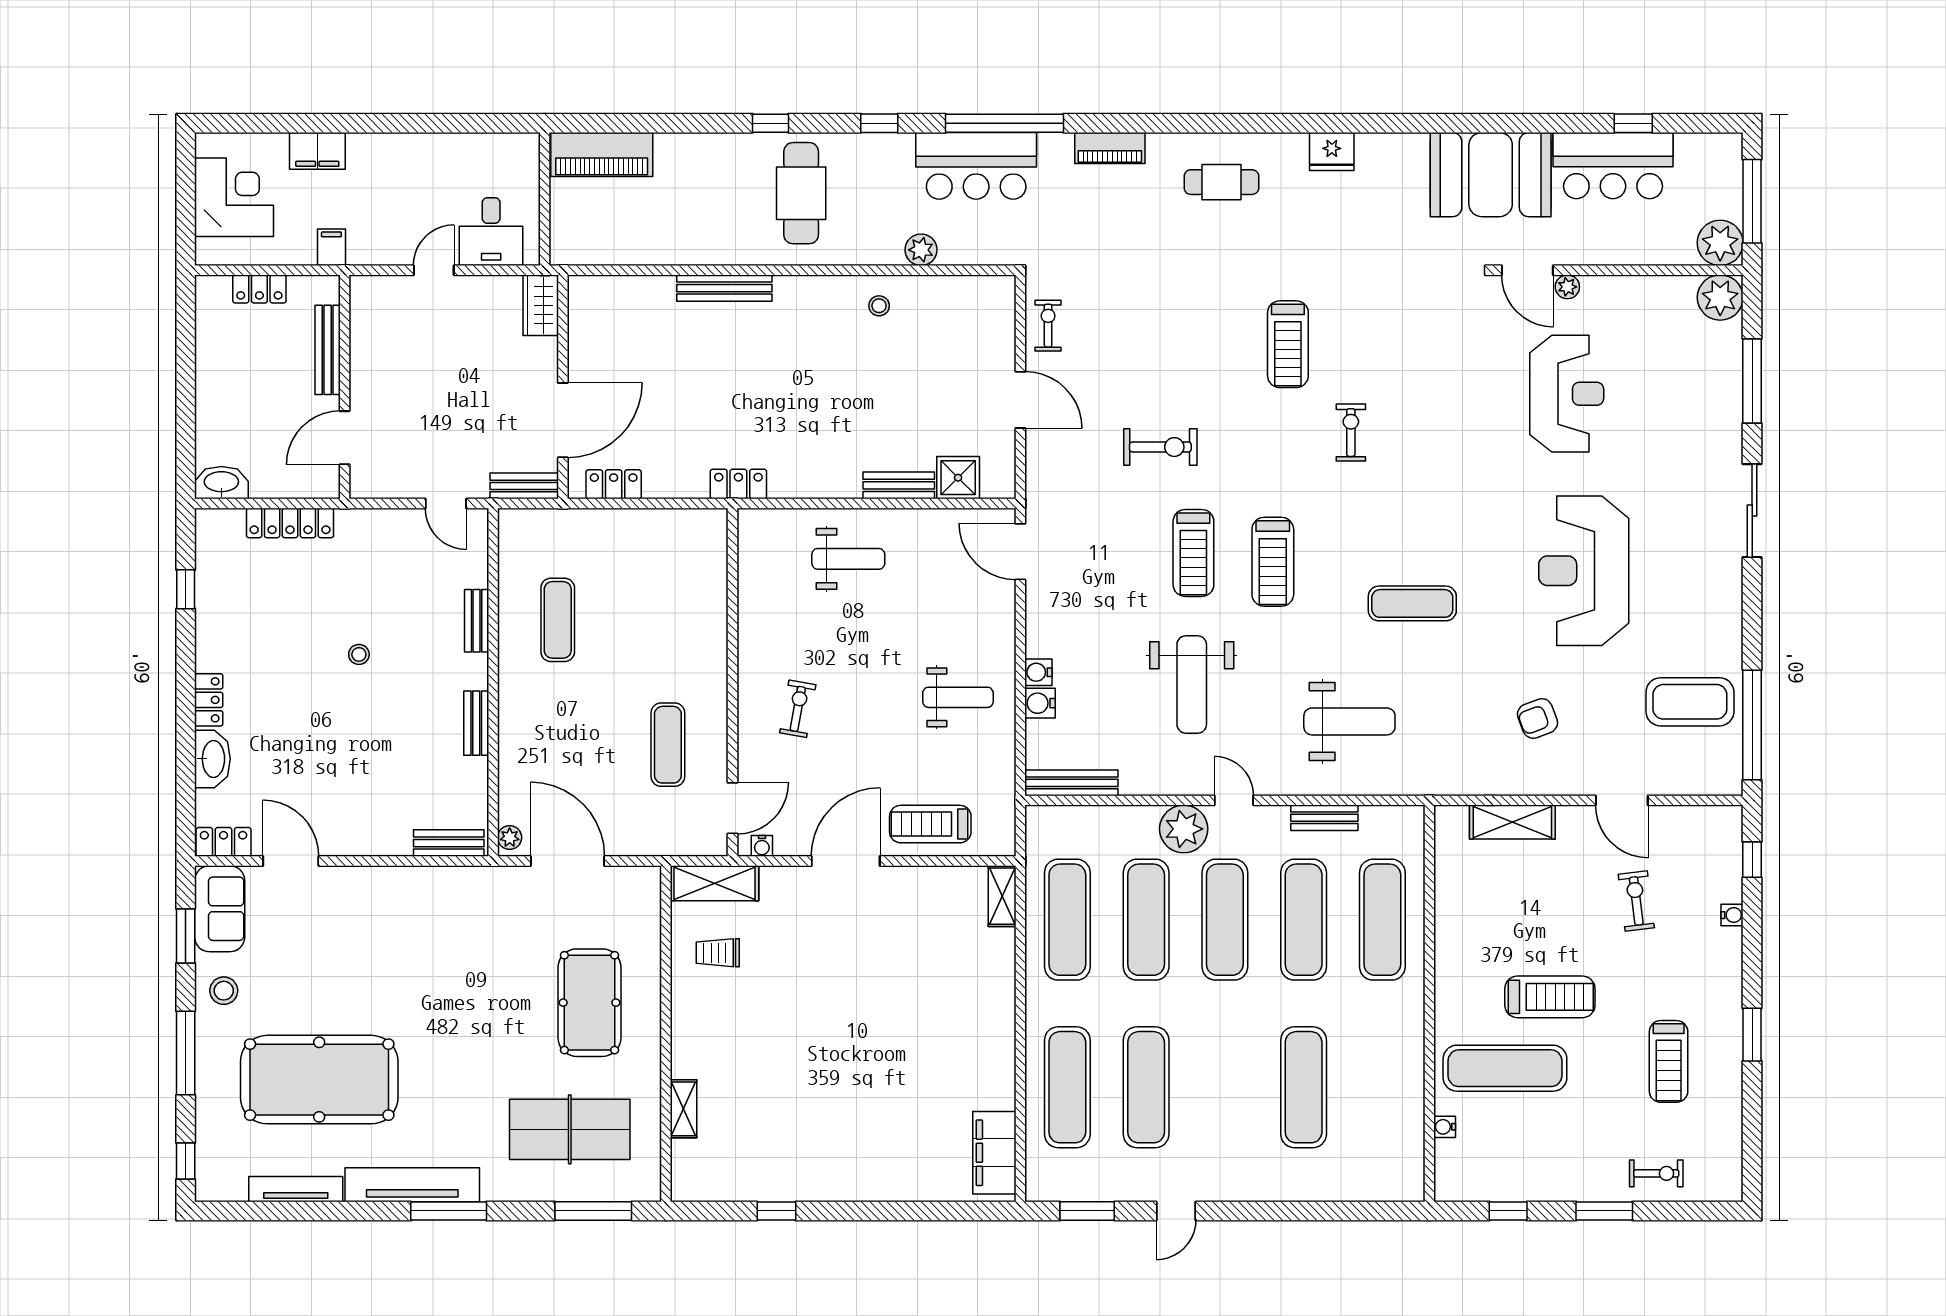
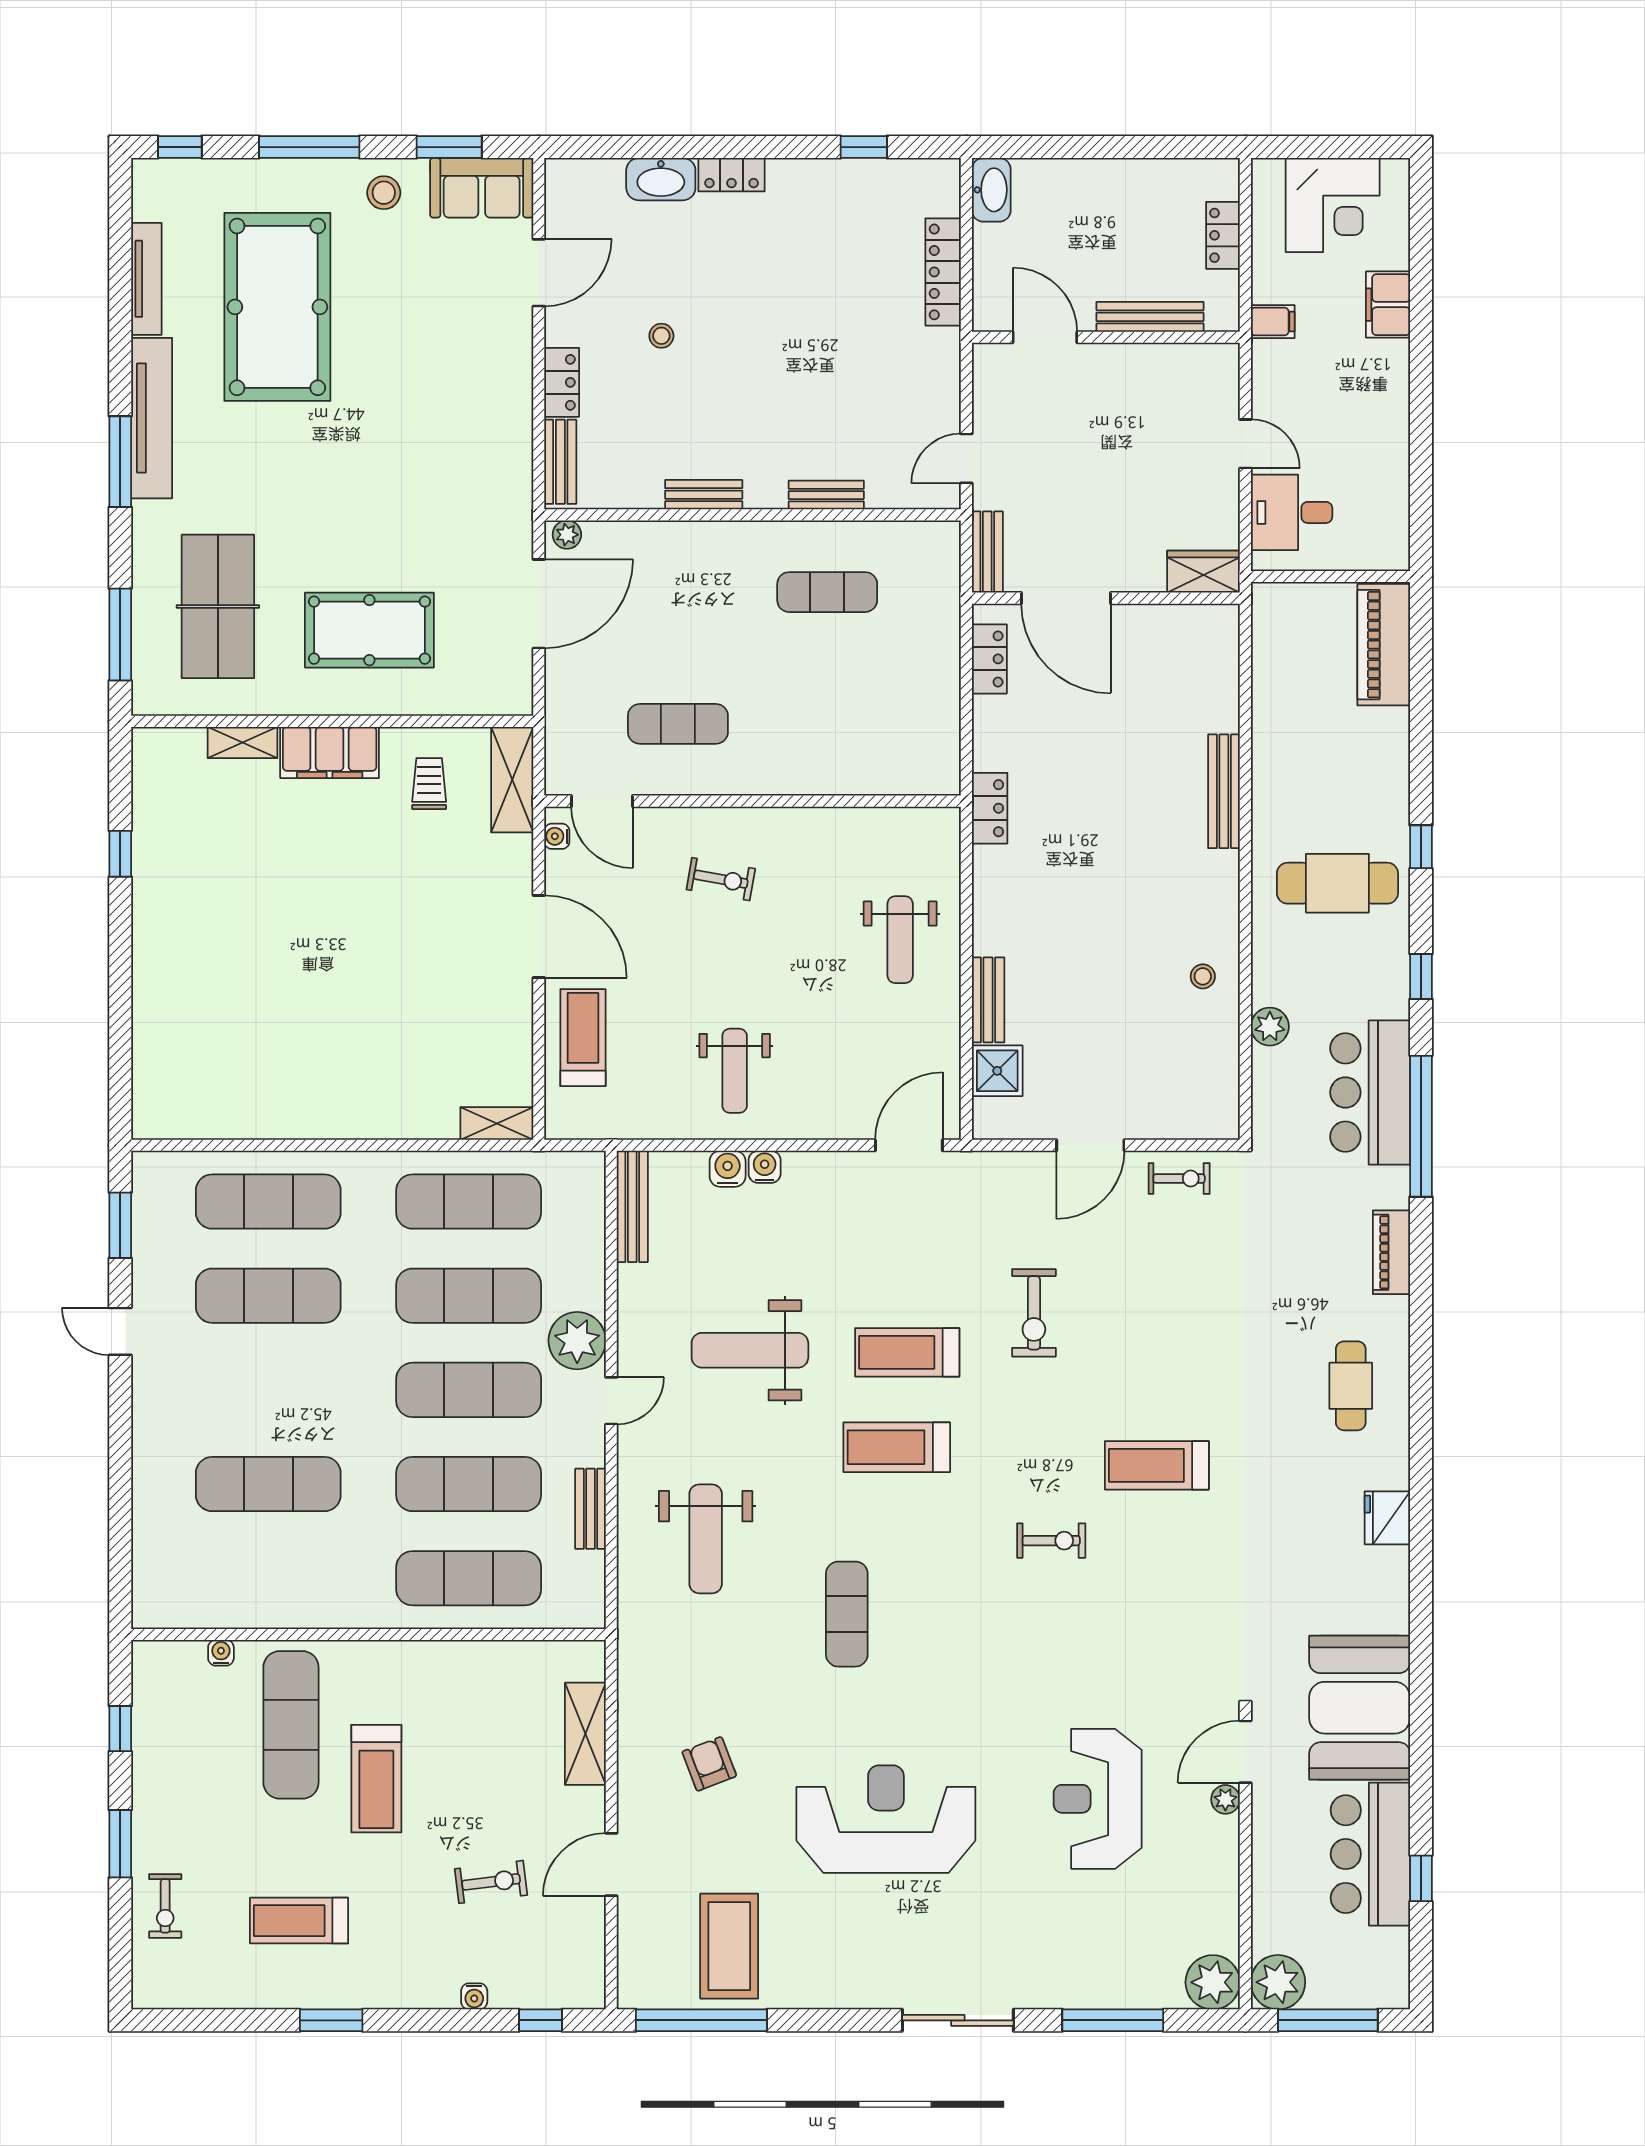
reception desk: (1567, 394) -> (1098, 1799), turned 90
stool: (359, 654) -> (661, 336), moved
locker: (224, 842) -> (562, 382), moved
filing cabinet: (994, 1153) -> (330, 752), moved, turned 180

